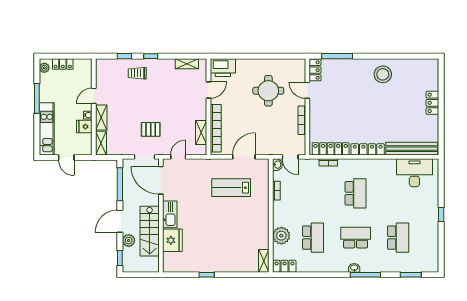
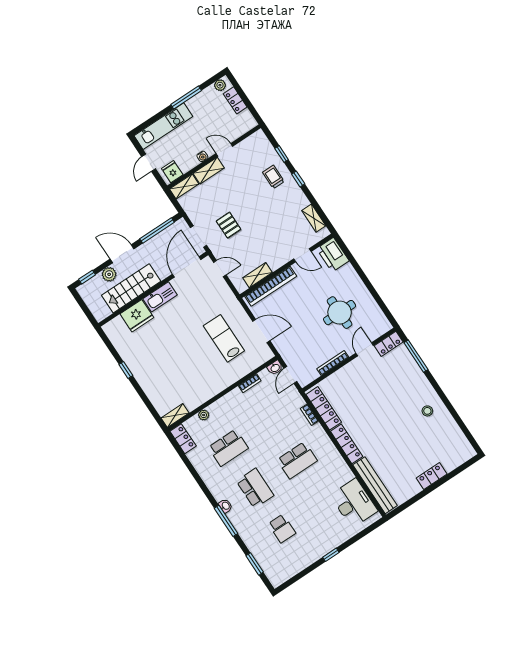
stool: (383, 74) -> (427, 411), width x0.53, depth x0.53
fridge: (84, 127) -> (172, 172), moved
plant: (281, 236) -> (204, 415), width x0.53, depth x0.53
school desk: (398, 238) -> (282, 529), width x0.54

